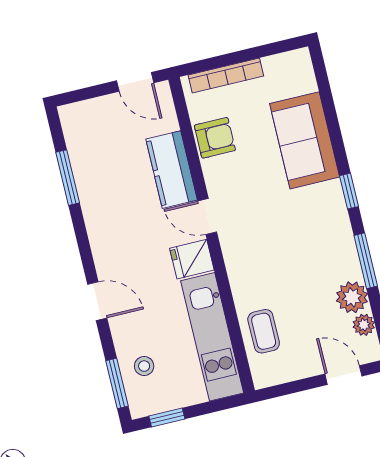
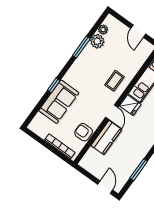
door: (135, 82) -> (105, 187), moved
window: (349, 191) -> (54, 85), moved
coffee table: (264, 331) -> (114, 81), moved
door: (343, 375) -> (138, 31), moved

